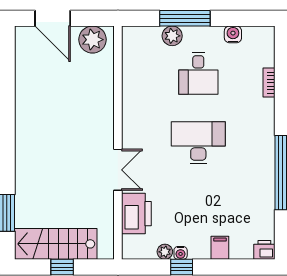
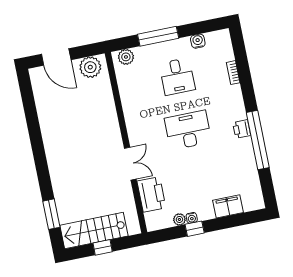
plant: (172, 36) -> (126, 57), moved
filing cabinet: (220, 248) -> (228, 206), width x2.00
printer: (264, 250) -> (242, 129), moved, turned -90

